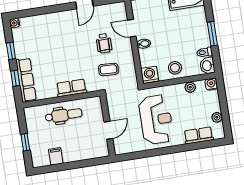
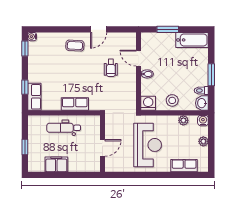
window: (11, 51) -> (25, 49), moved
coffee table: (108, 69) -> (75, 46), moved
row of seats: (26, 80) -> (34, 97), width x0.68
dental chair: (64, 115) -> (64, 128), turned 180
plant: (217, 117) -> (203, 141), moved
filing cabinet: (56, 156) -> (56, 164), width x2.00

